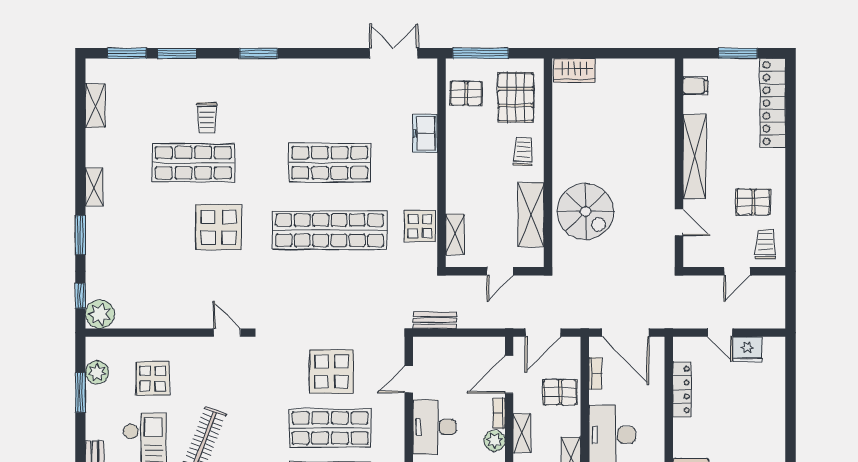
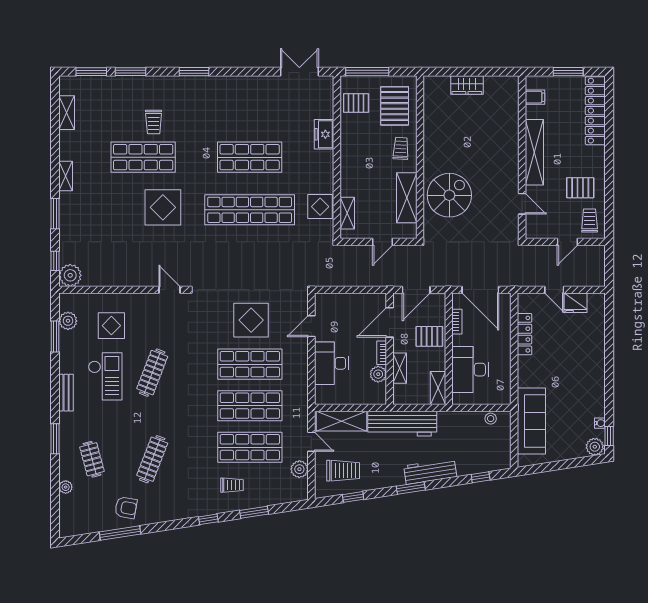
wardrobe: (574, 70) -> (467, 85), moved
spiral stairs: (586, 211) -> (449, 195), turned -90
bench: (435, 320) -> (332, 280), removed

